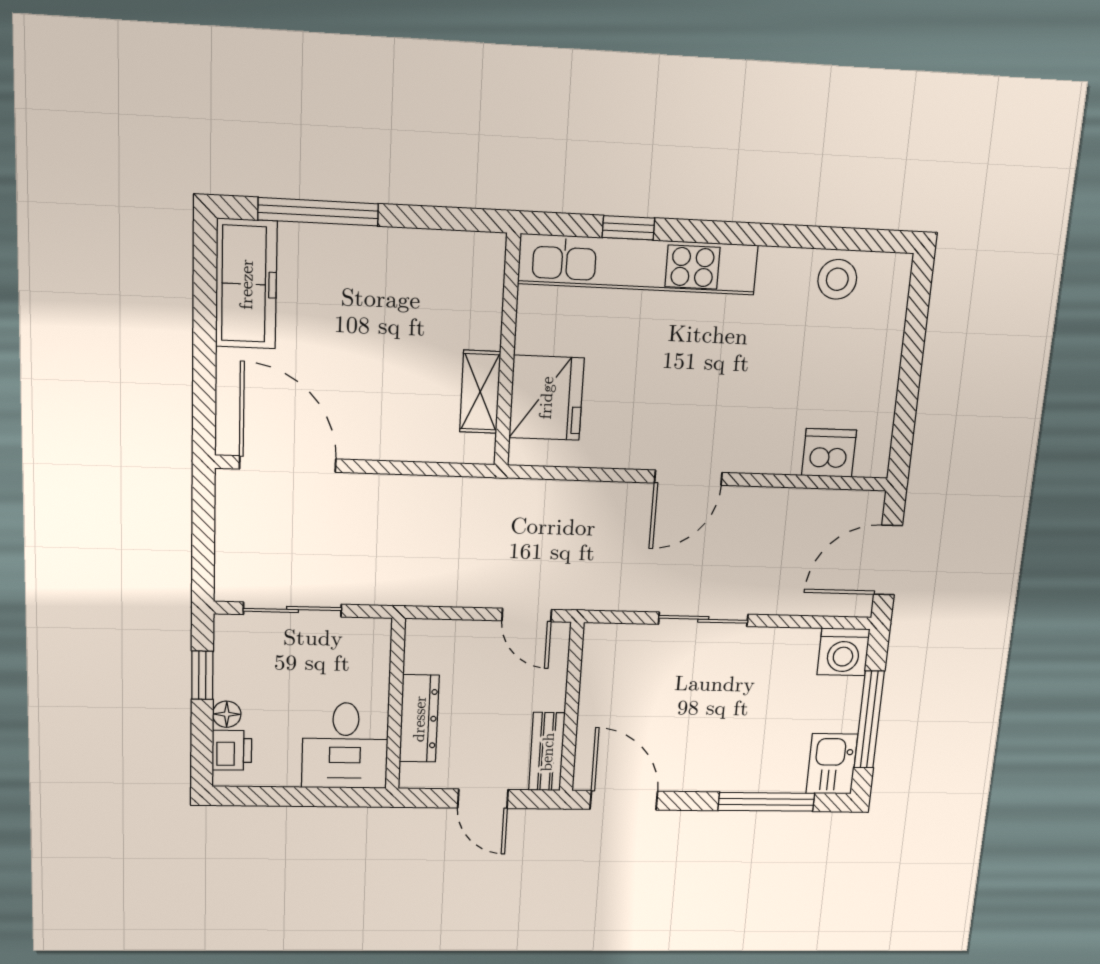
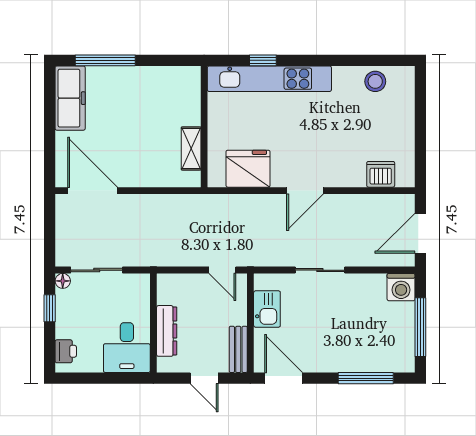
fridge: (546, 398) -> (248, 169), moved, turned -90
floor lamp: (227, 714) -> (63, 281), moved
kitchen sink: (832, 764) -> (267, 309), moved, turned 180

